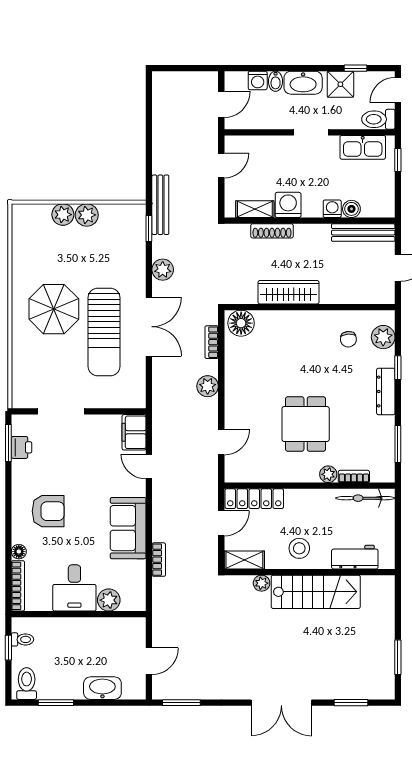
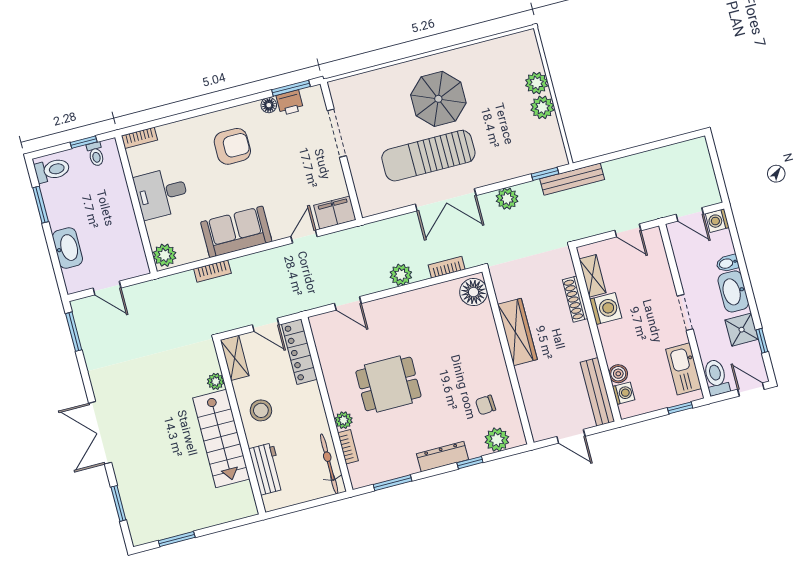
washing machine: (258, 80) -> (717, 221), moved
washing machine: (332, 209) -> (624, 393), moved
armchair: (48, 511) -> (232, 146), turned -90
floor lamp: (19, 552) -> (269, 105), moved
bookcase: (18, 586) -> (139, 138), width x0.64
plant: (109, 600) -> (165, 255), moved

